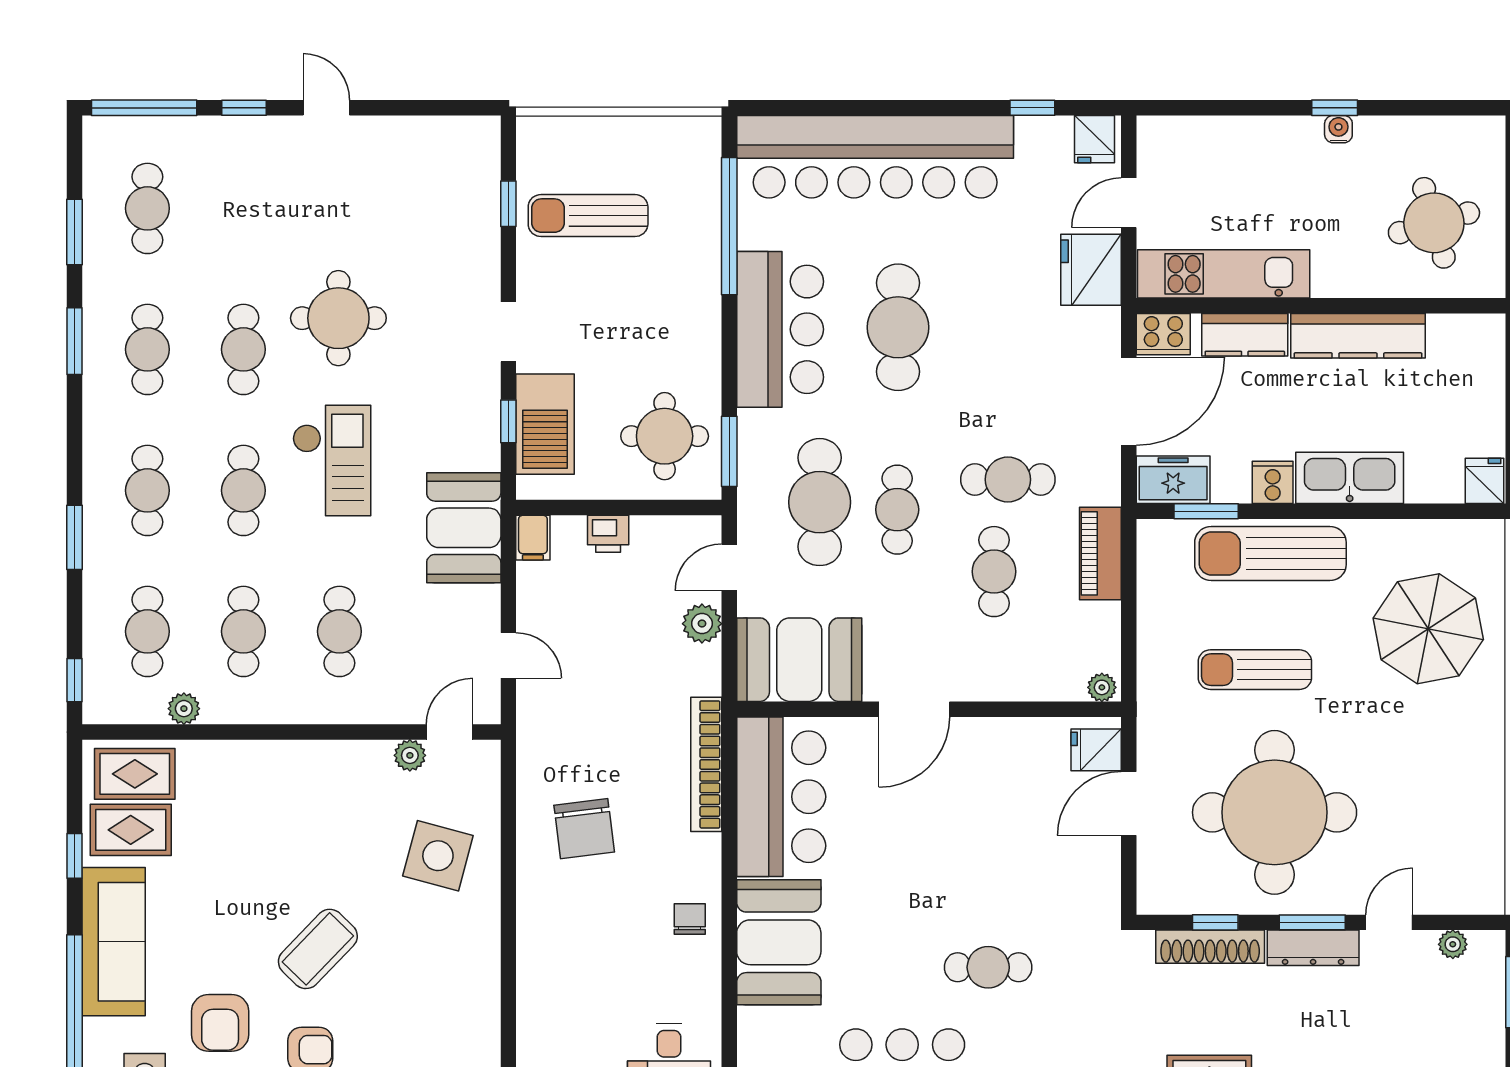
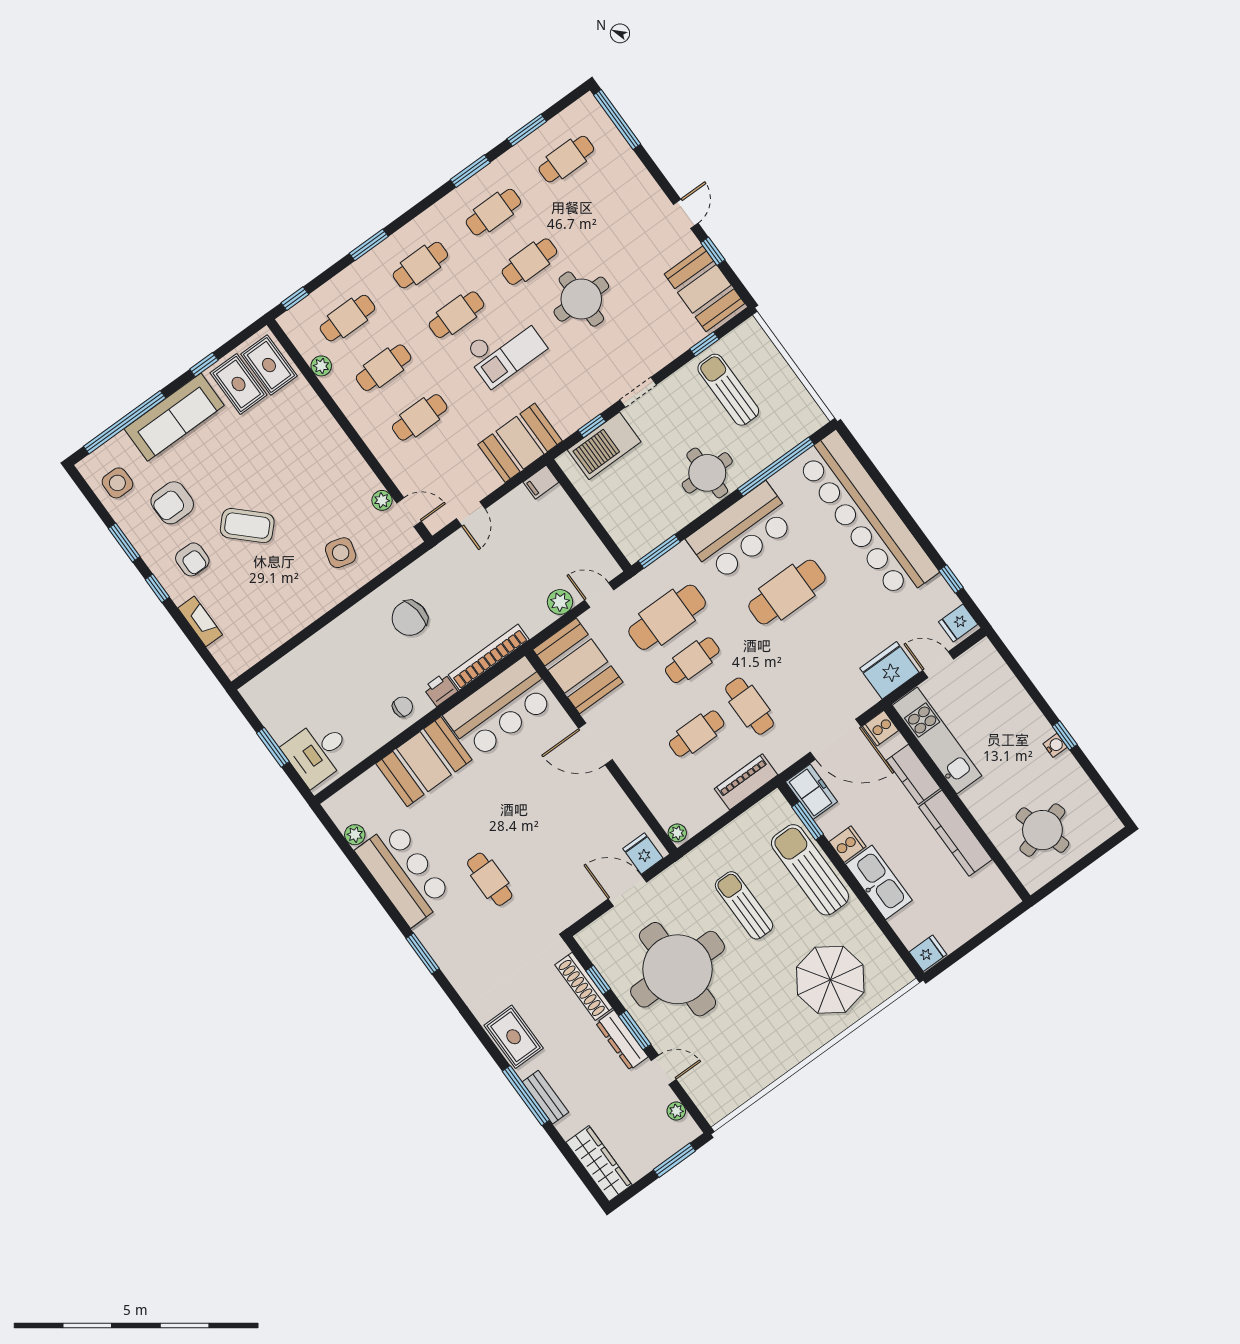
window: (244, 108) -> (713, 251), moved
booth: (439, 153) -> (704, 289), added
cooker: (1163, 334) -> (880, 728), width x0.73
round table: (665, 436) -> (707, 473), moved
printer: (608, 534) -> (440, 690), moved, turned 90
side table: (438, 856) -> (341, 553), width x0.73, depth x0.73

